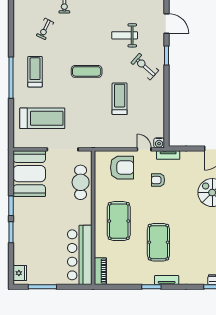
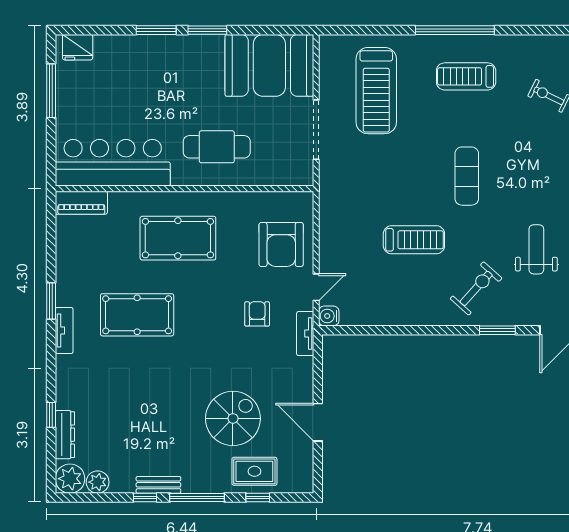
treadmill: (35, 72) -> (466, 76), turned 180
cafe table: (81, 182) -> (217, 147), moved

